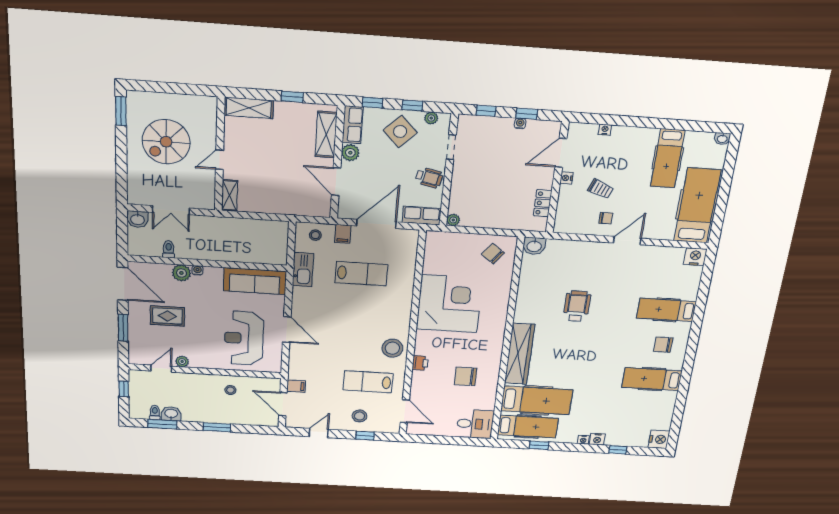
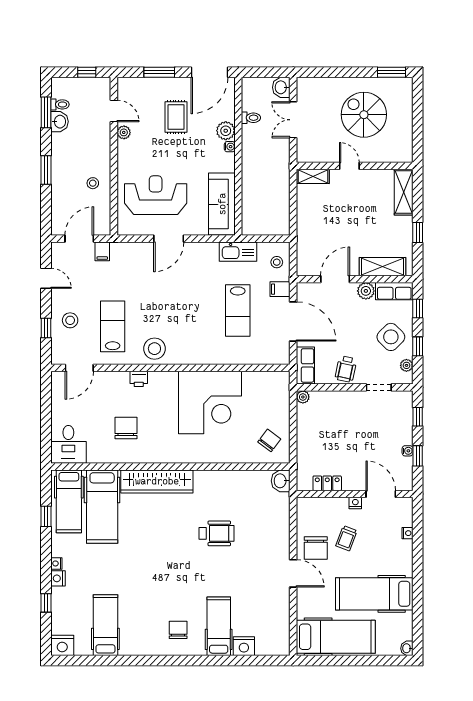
hospital bed: (668, 158) -> (374, 594), width x1.37, depth x1.29
chair: (606, 218) -> (316, 548), width x1.87, depth x1.87
nightstand: (695, 257) -> (244, 646), moved, turned 90
hospital bed: (652, 379) -> (105, 625), moved

